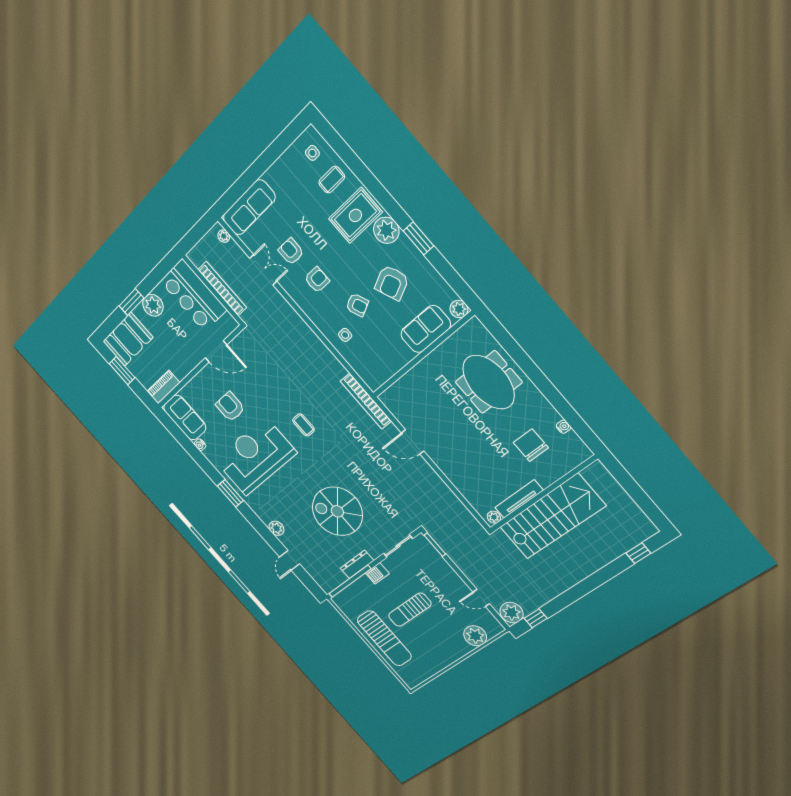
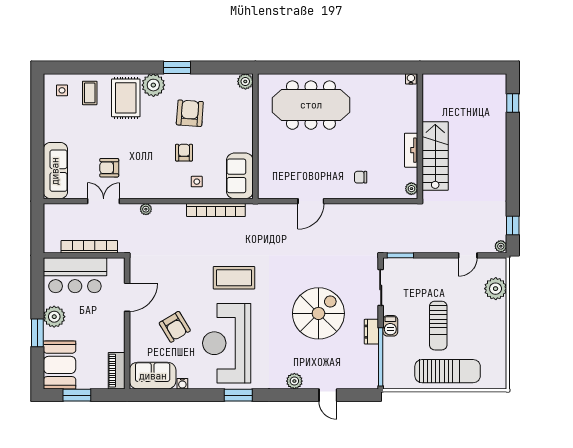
plant: (224, 236) -> (146, 209), moved
armchair: (317, 280) -> (143, 167), removed
armchair: (392, 283) -> (190, 113), turned -152
armchair: (357, 305) -> (184, 153), turned -66
sofa: (426, 329) -> (240, 176), moved
meeting table: (489, 382) -> (311, 105), width x1.36
bookcase: (366, 401) -> (216, 210), moved
armchair: (230, 407) -> (175, 327), turned -121
coffee table: (304, 425) -> (234, 278), width x1.86, depth x1.72
water cooler: (564, 427) -> (411, 79), moved
chair: (531, 445) -> (361, 177), moved, width x0.54, depth x0.54
tv unit: (519, 499) -> (411, 150), width x0.71
spiral stairs: (337, 511) -> (318, 313), turned 180
stairs: (552, 517) -> (435, 156), width x0.73, depth x0.66
dresser: (357, 564) -> (371, 332), width x0.70
plant: (511, 613) -> (501, 246), width x0.53, depth x0.53

